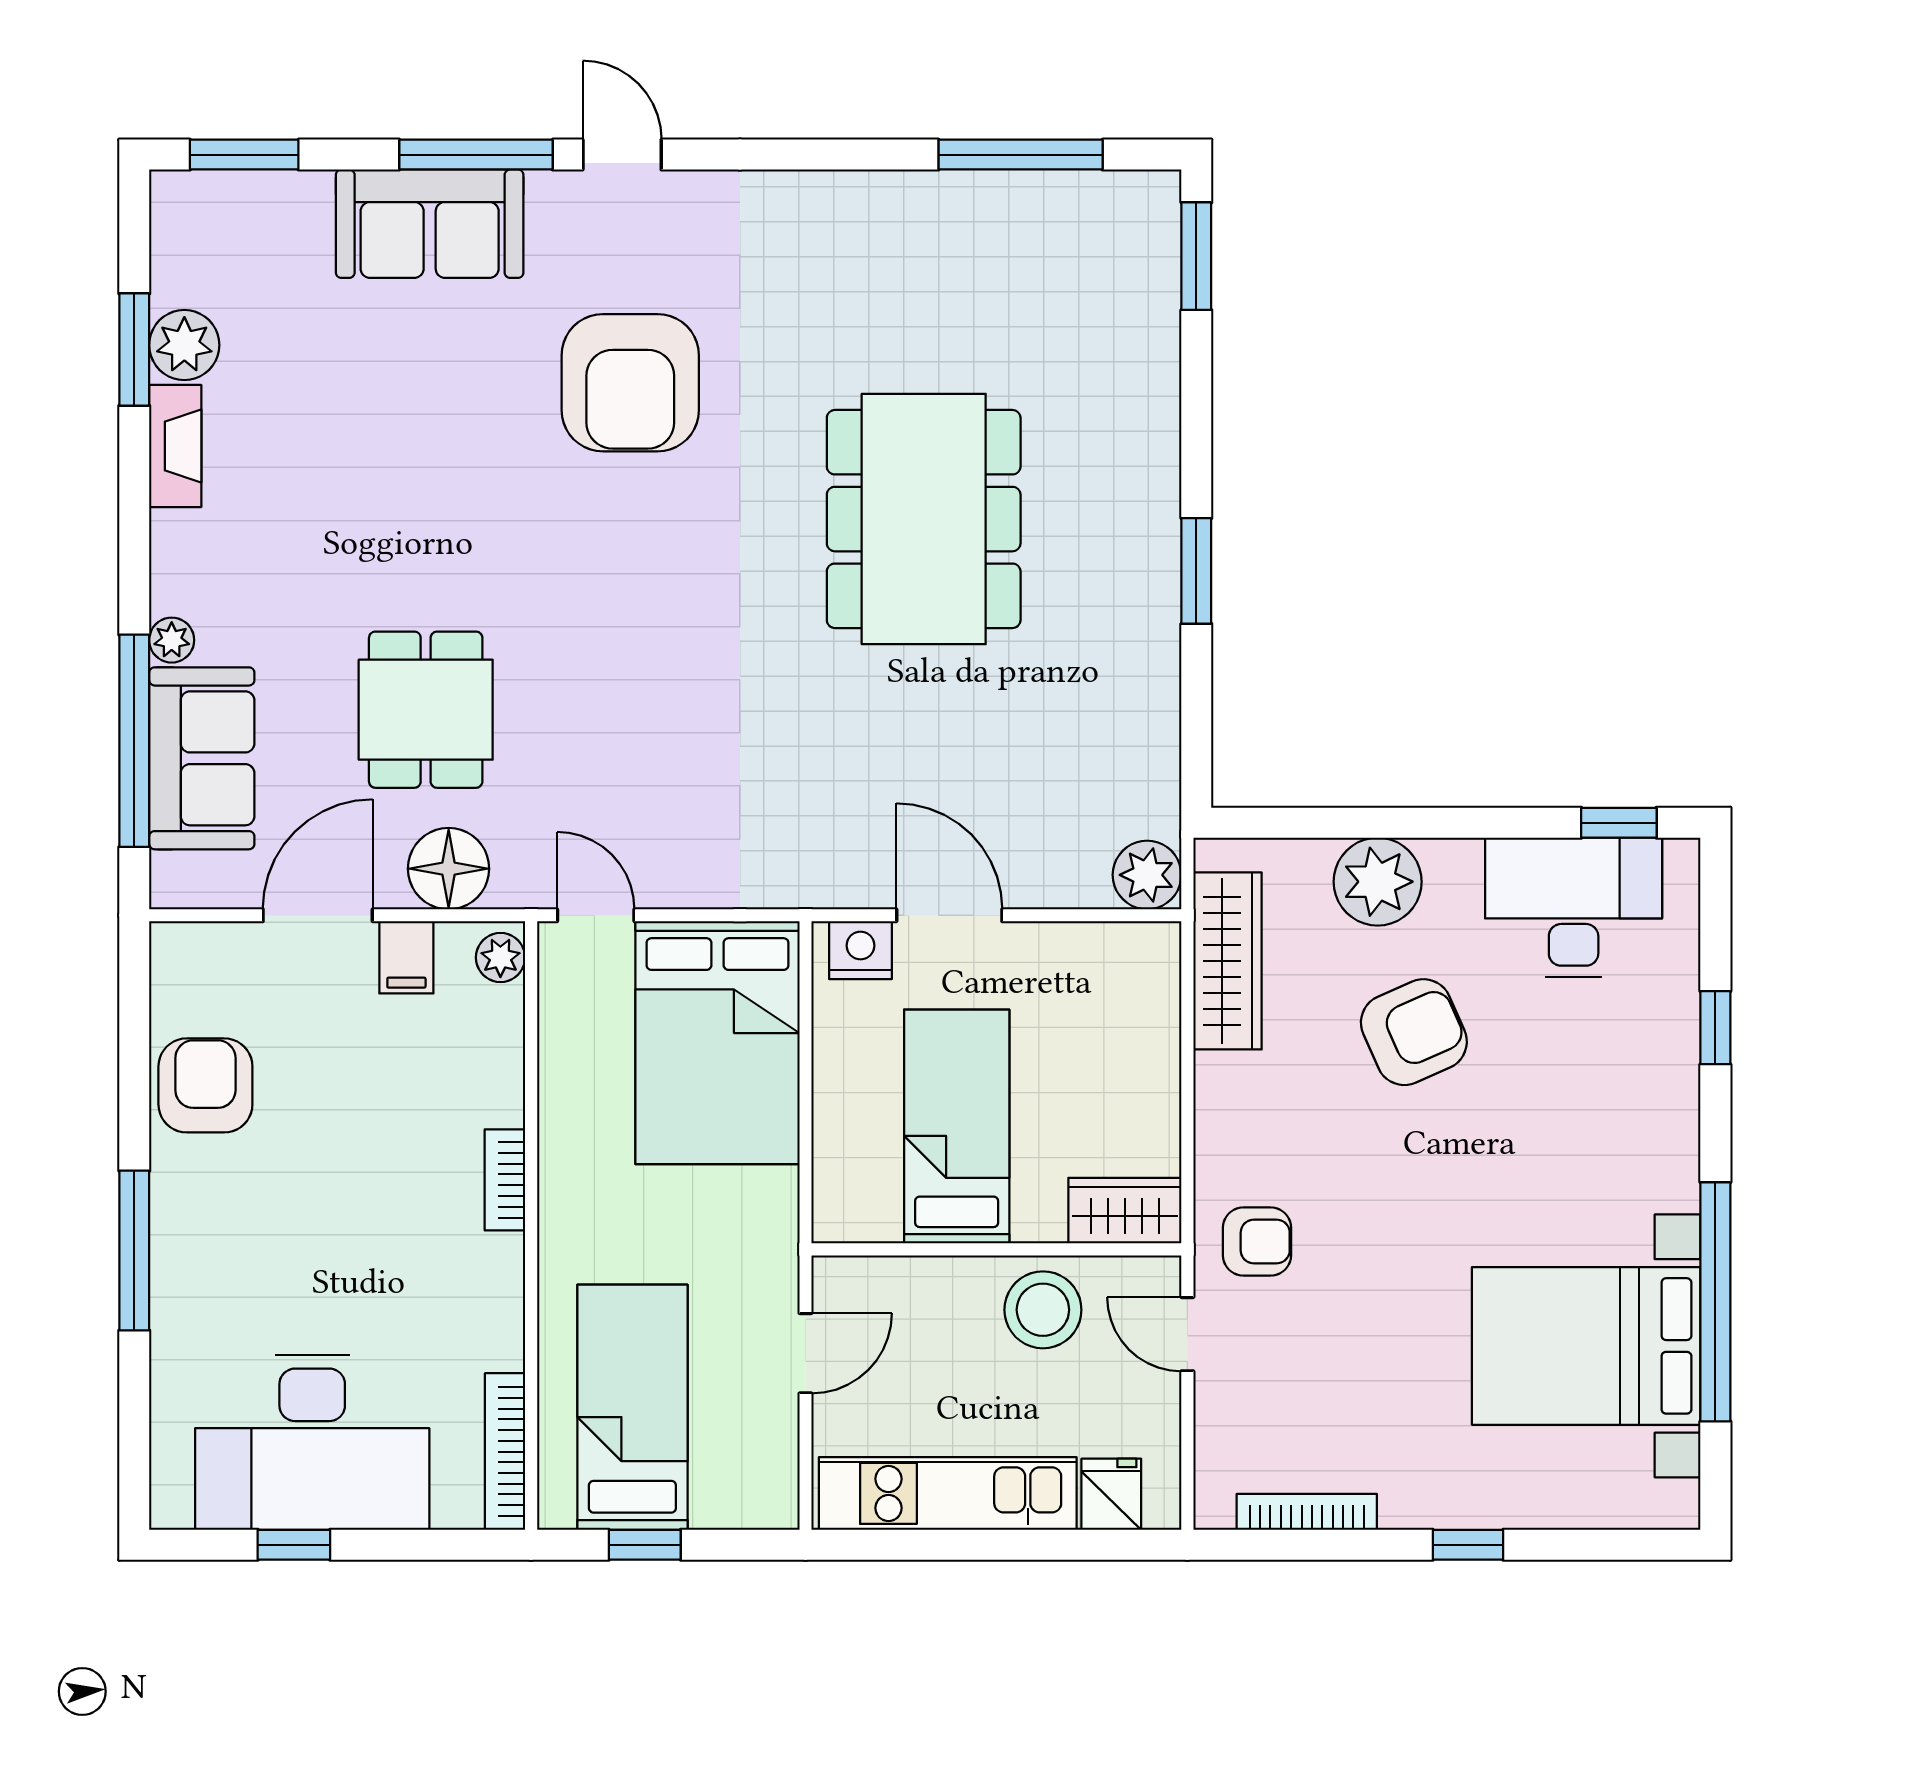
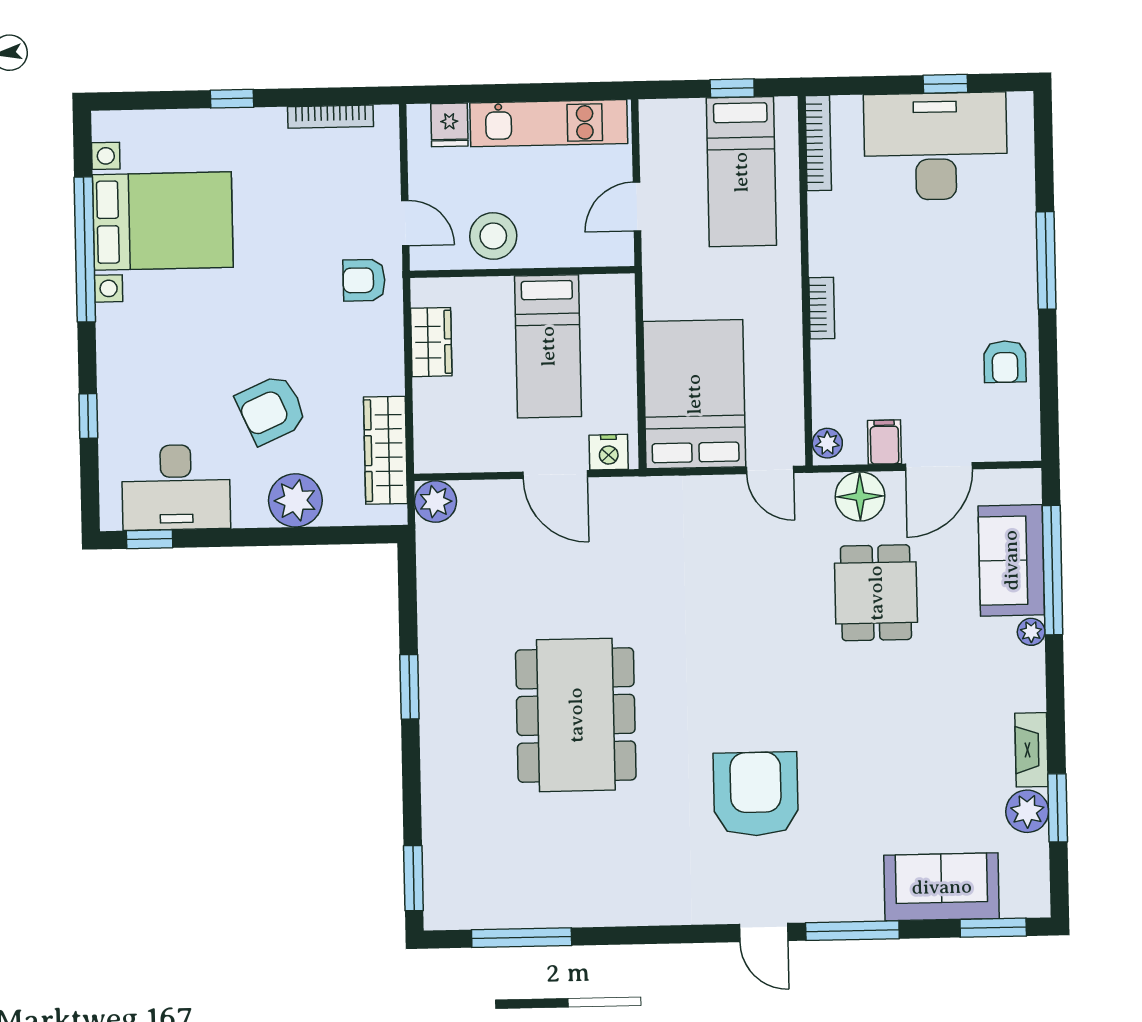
sofa: (430, 224) -> (942, 887), moved
armchair: (205, 1085) -> (1005, 362), width x0.72, depth x0.72
wardrobe: (1125, 1211) -> (431, 342), moved, turned -90

